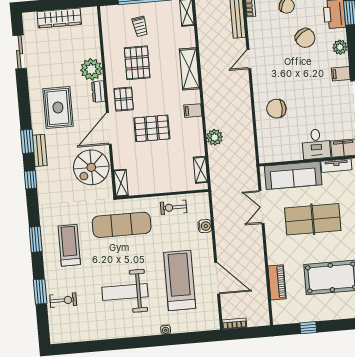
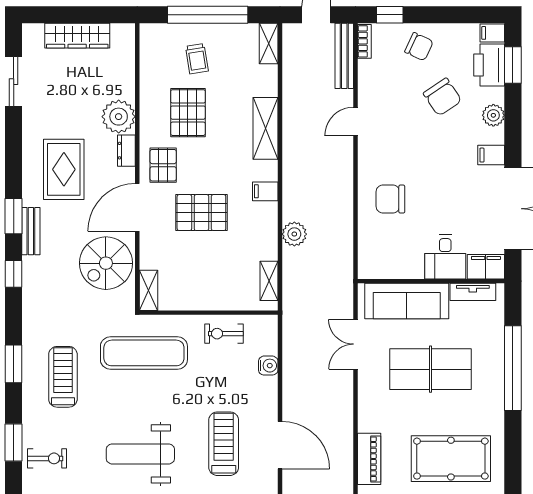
treadmill: (180, 280) -> (224, 444), width x0.73, depth x0.73

